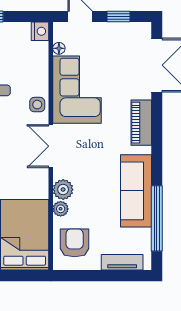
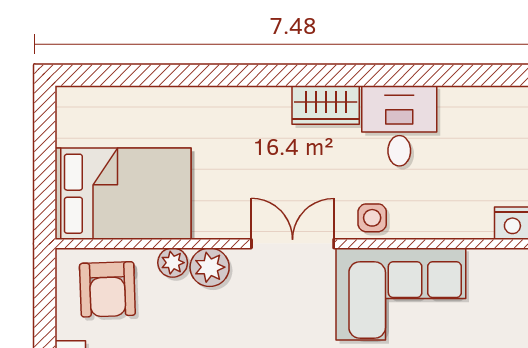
floor lamp: (59, 48) -> (480, 259), removed
armchair: (75, 243) -> (107, 289), turned 88

